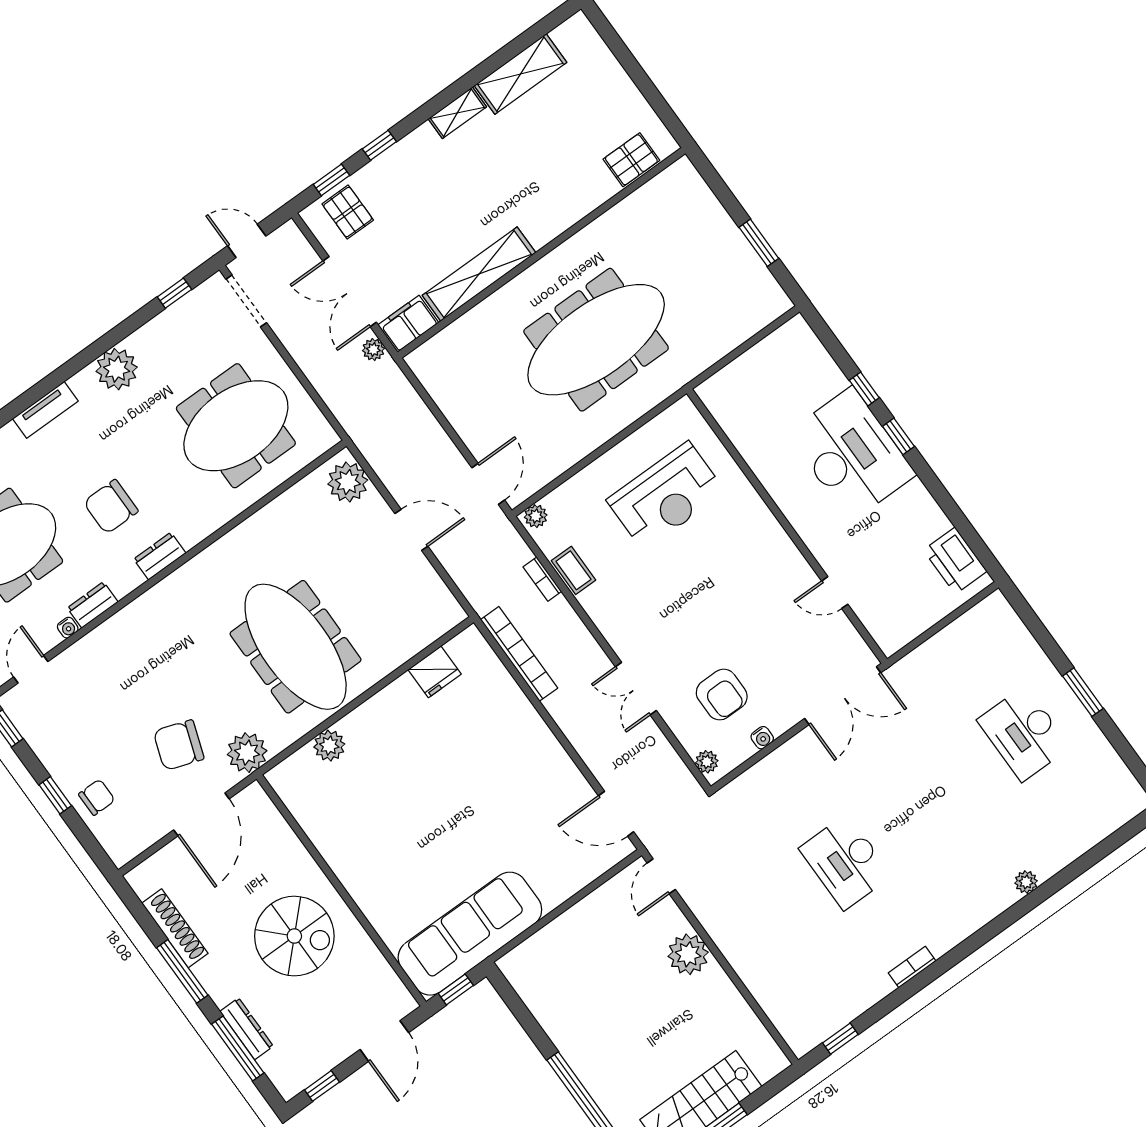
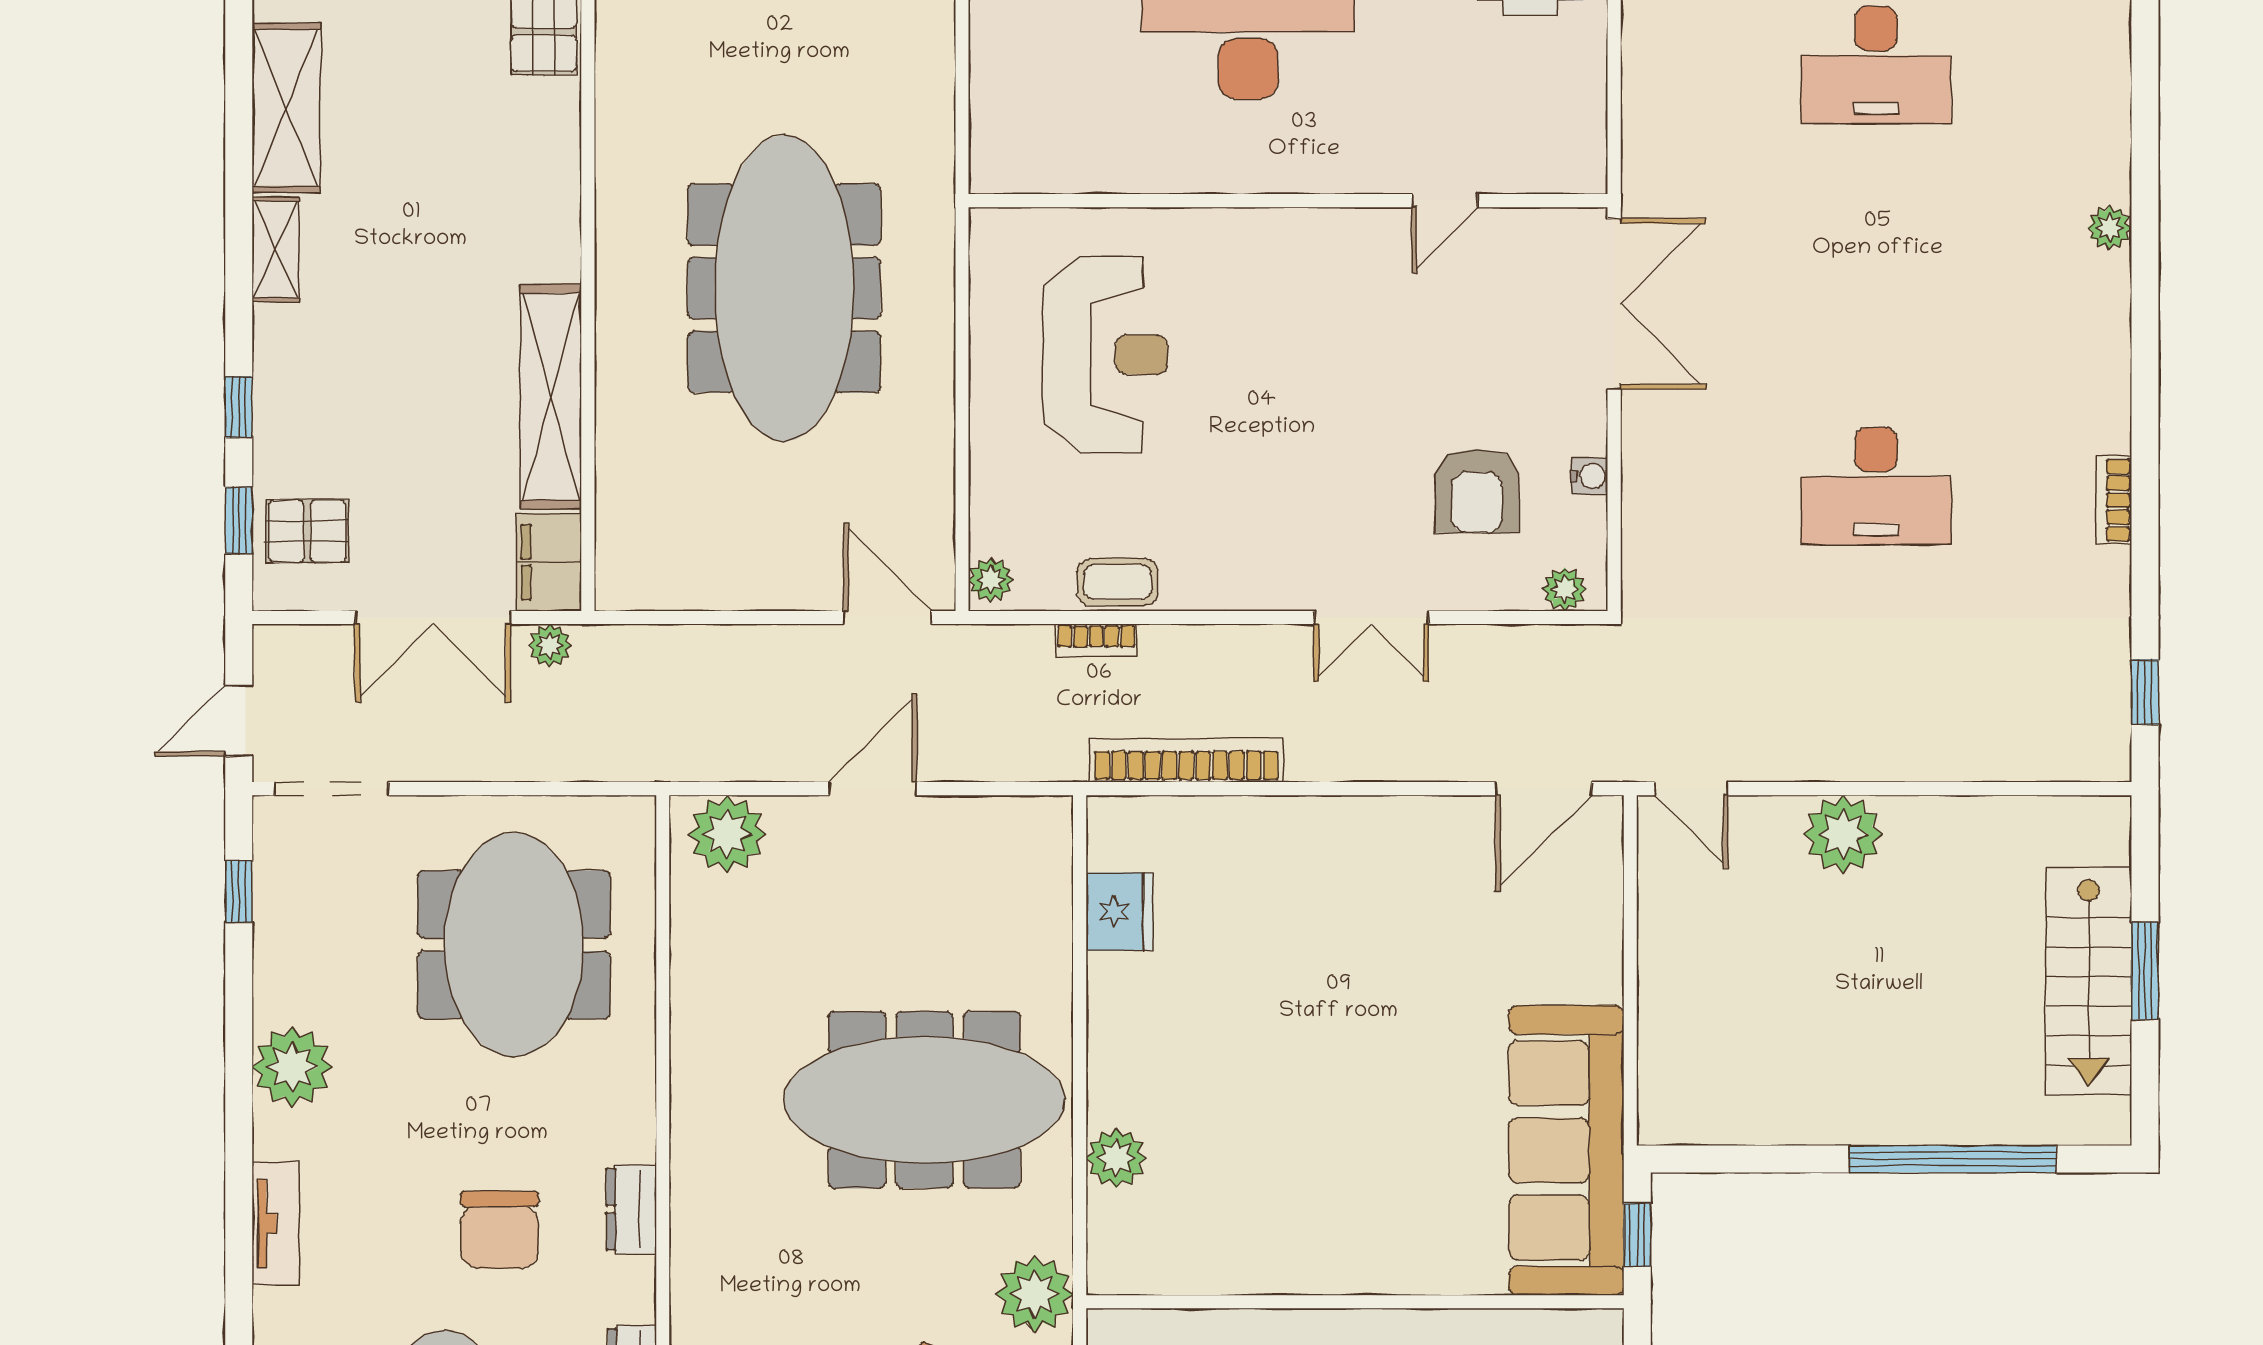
armchair: (722, 695) -> (1477, 491), turned 90

